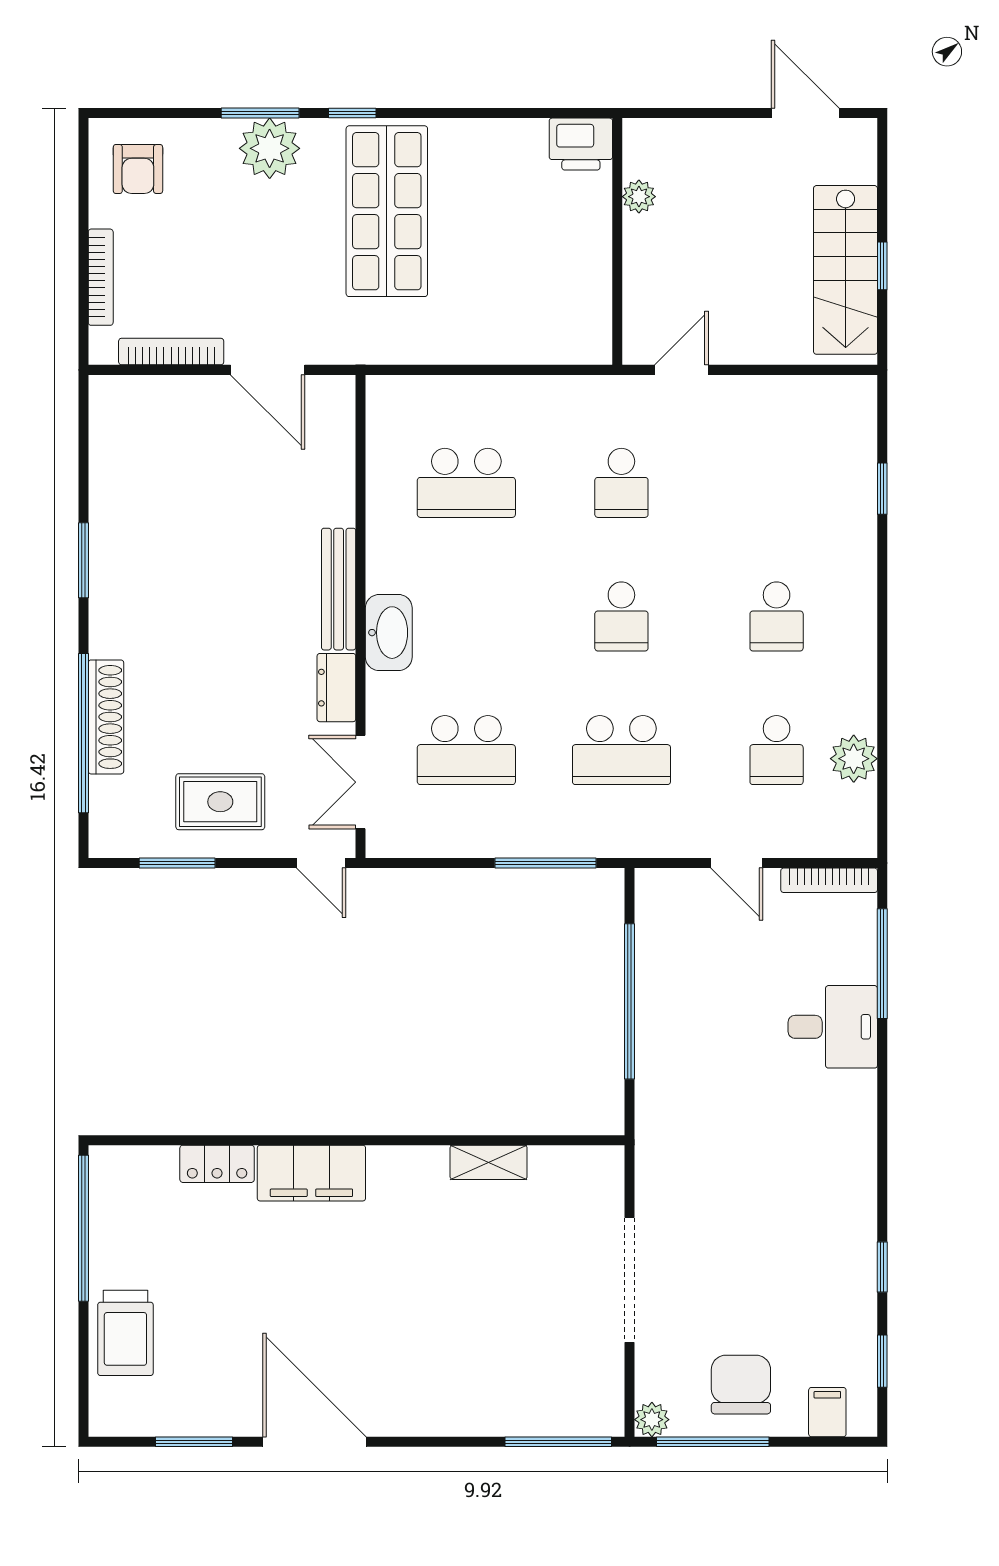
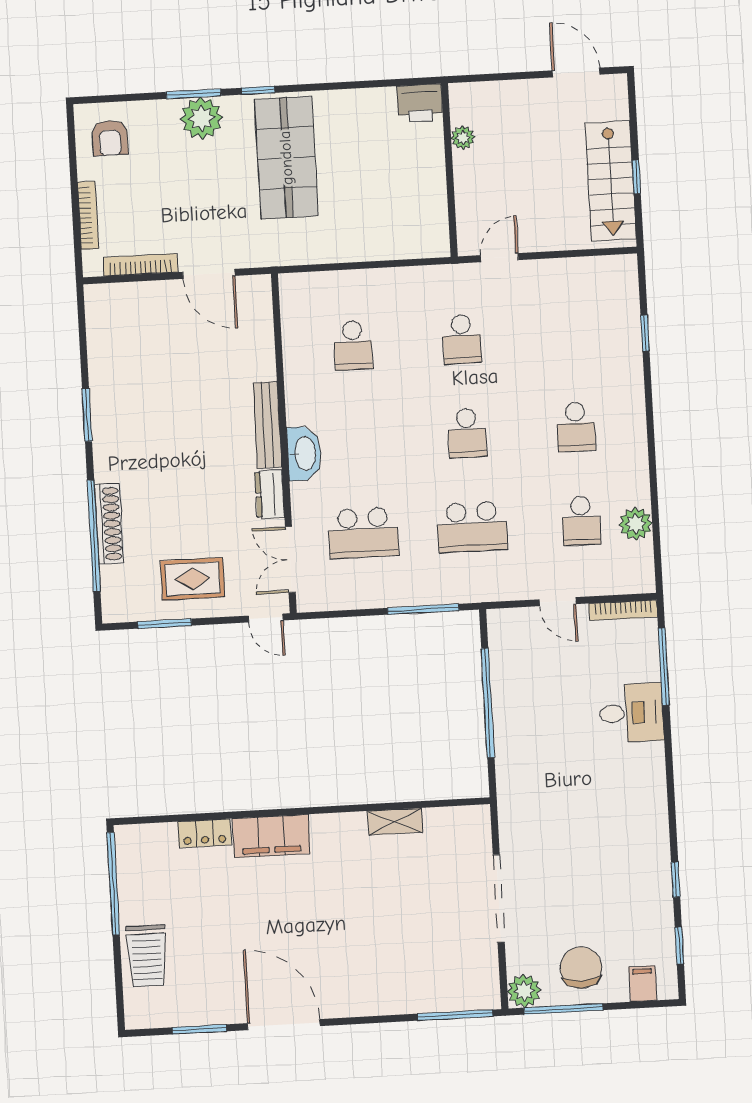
school desk: (466, 483) -> (353, 345), width x0.54
plant: (652, 1420) -> (524, 991), width x1.38, depth x1.38

